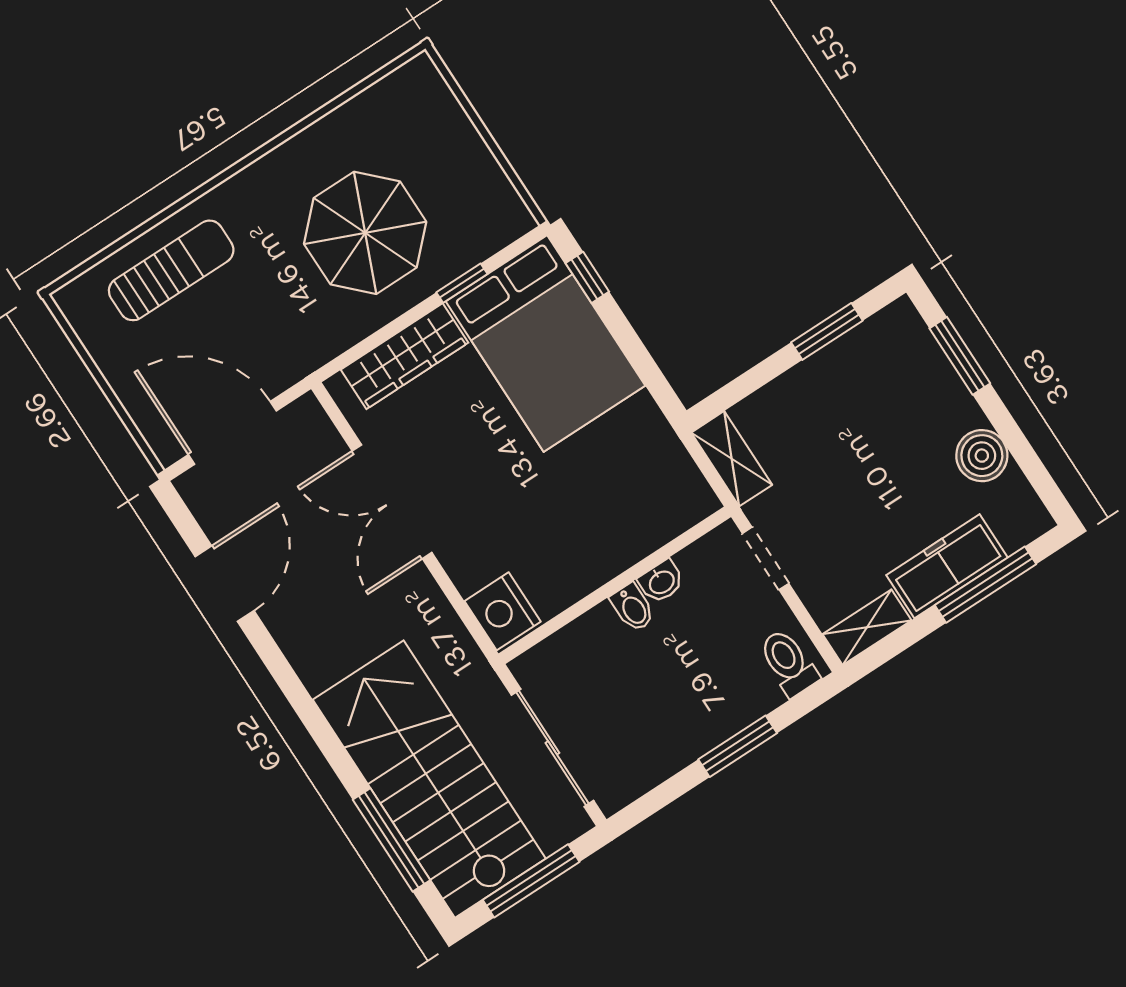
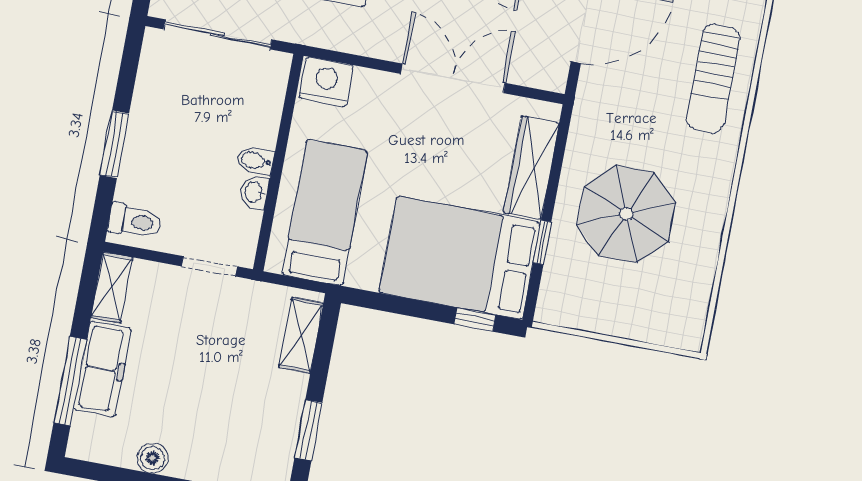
boiler: (982, 456) -> (153, 458), width x0.73, depth x0.73
shelving: (732, 459) -> (301, 335), moved, turned 90
bed: (620, 502) -> (325, 213), added

